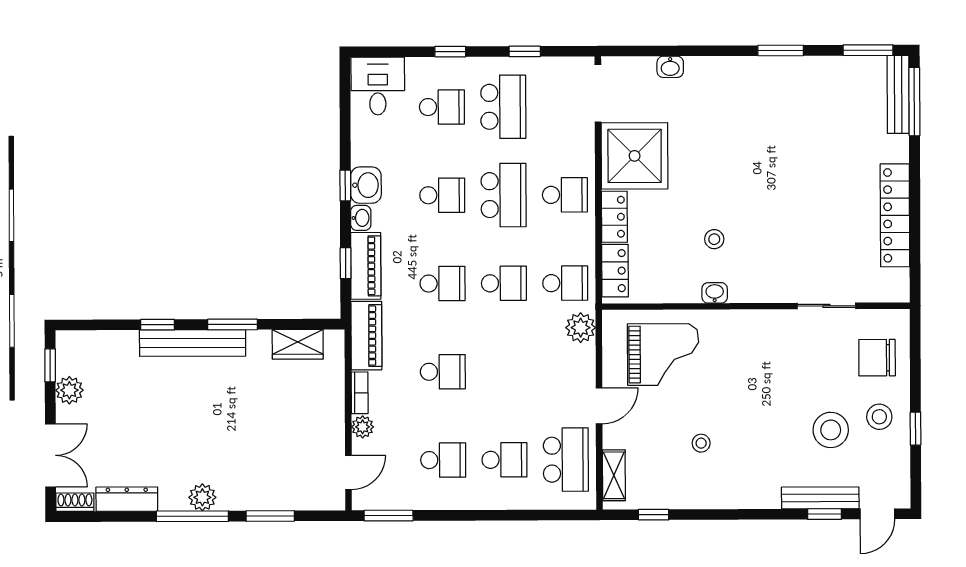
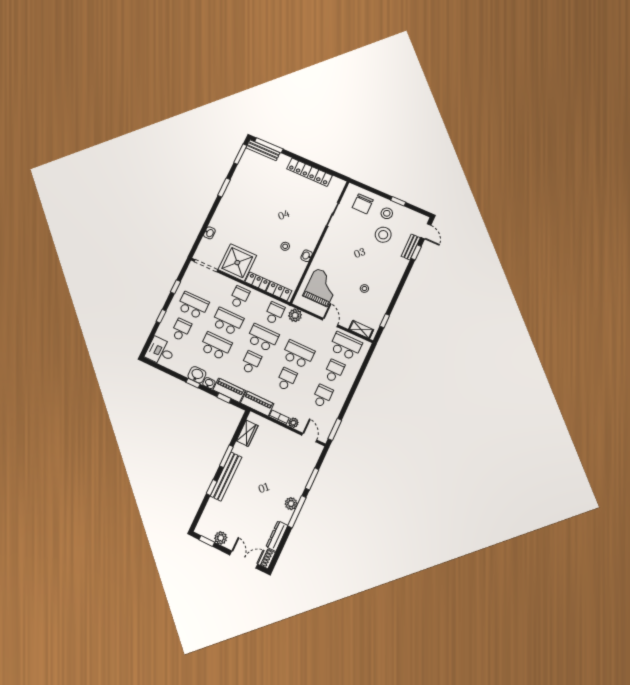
school desk: (442, 195) -> (216, 346), width x1.85
school desk: (504, 283) -> (263, 338), width x1.85
school desk: (504, 372) -> (298, 354), added
bench: (820, 498) -> (411, 247), width x0.73

